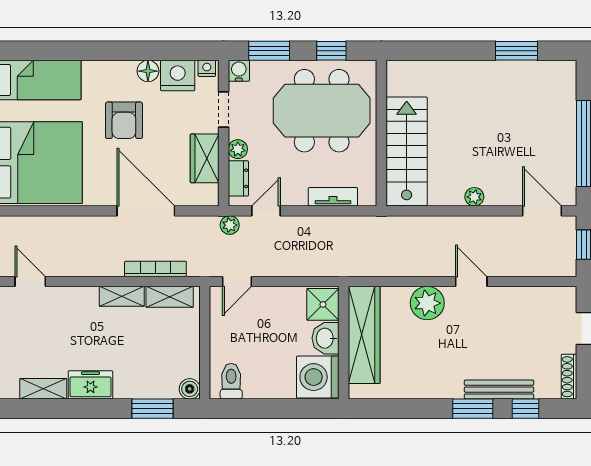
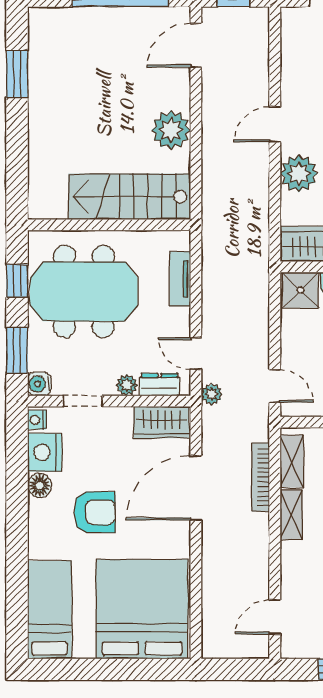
meeting table: (322, 111) -> (84, 291), turned 90
wardrobe: (205, 158) -> (161, 422), moved
plant: (474, 197) -> (171, 130), width x1.88, depth x1.88

